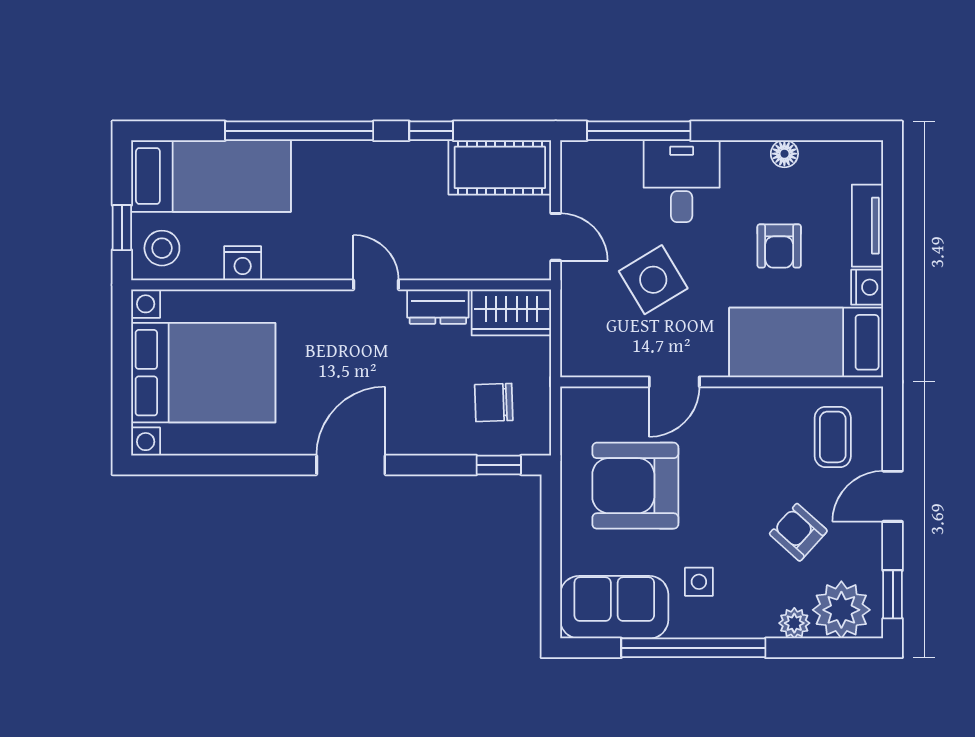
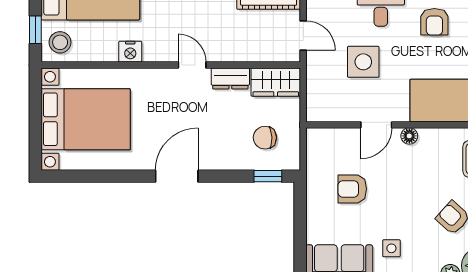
armchair: (779, 246) -> (434, 22), moved
nightstand: (243, 263) -> (130, 52), moved
side table: (653, 280) -> (363, 62), turned 31
floor lamp: (728, 400) -> (409, 136), added
armchair: (635, 486) -> (352, 189), width x0.53, depth x0.53

